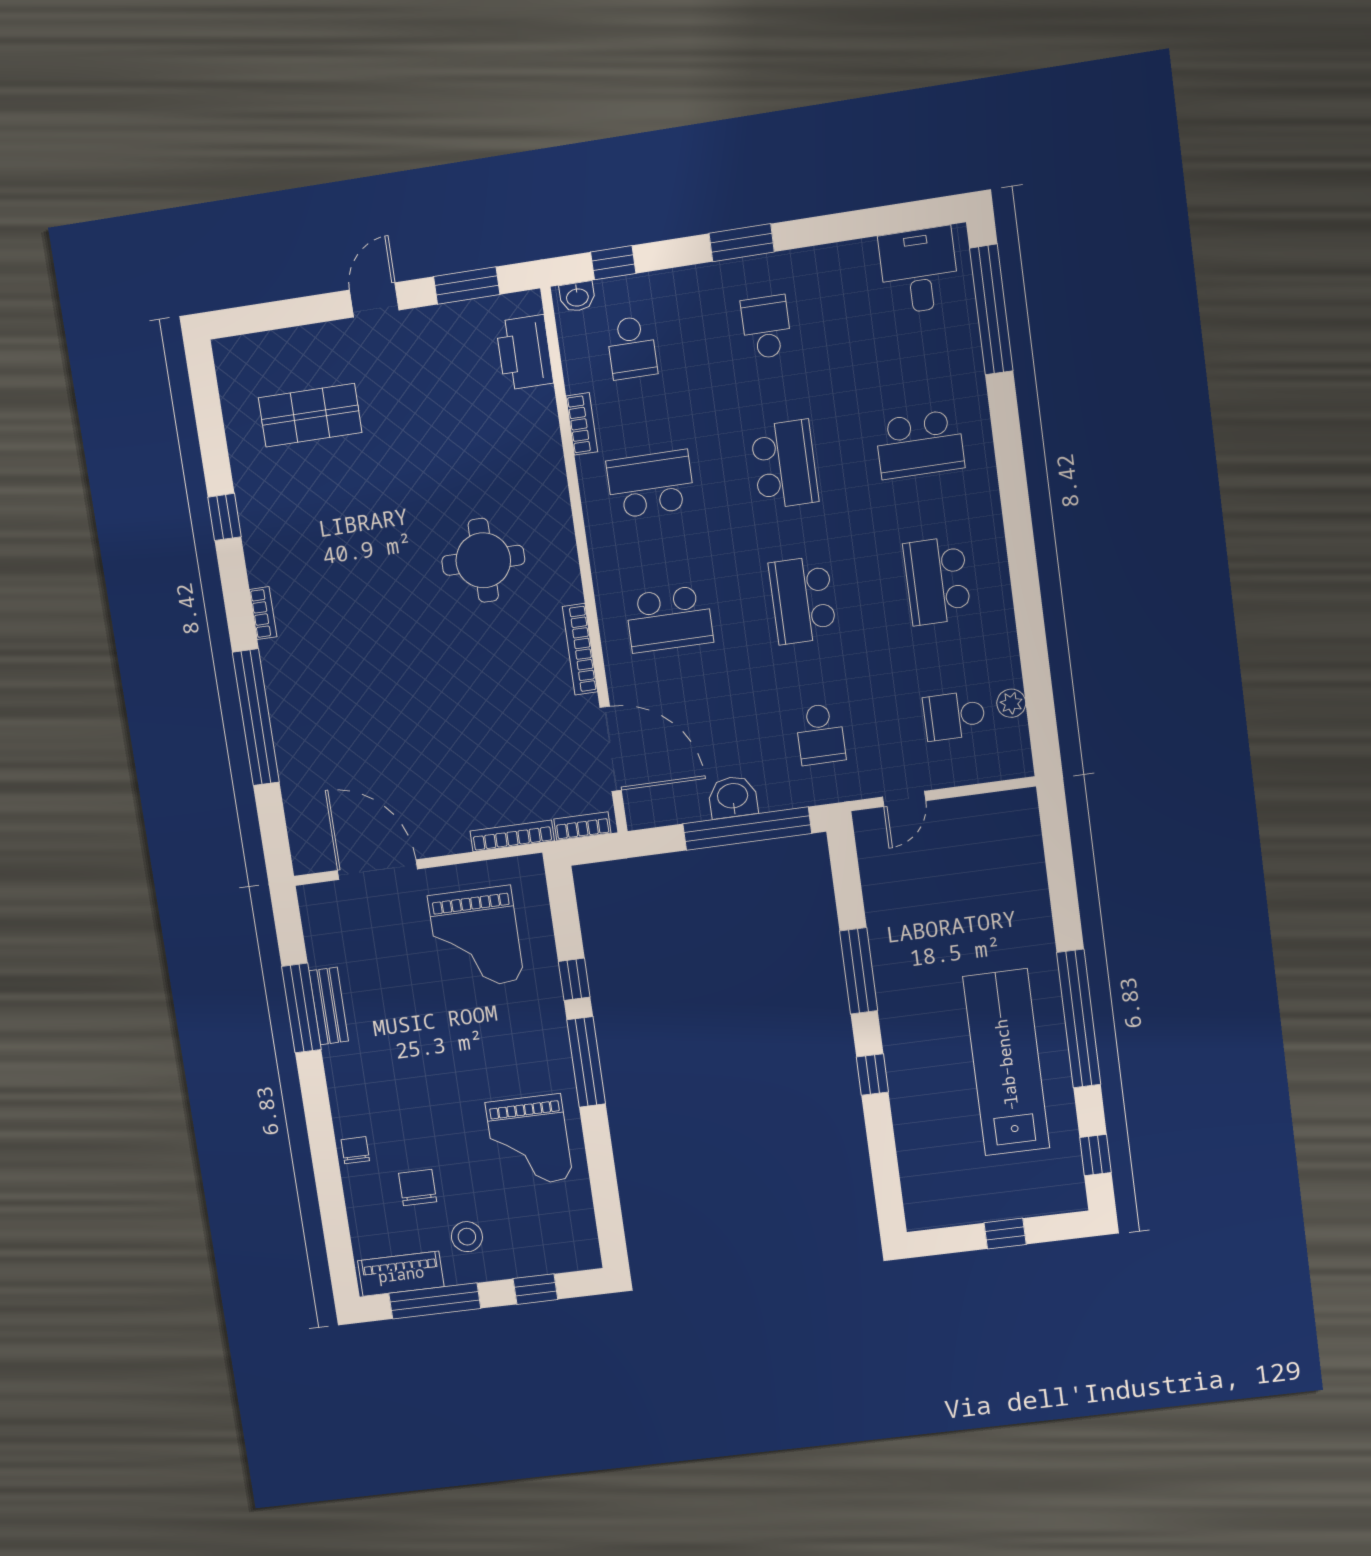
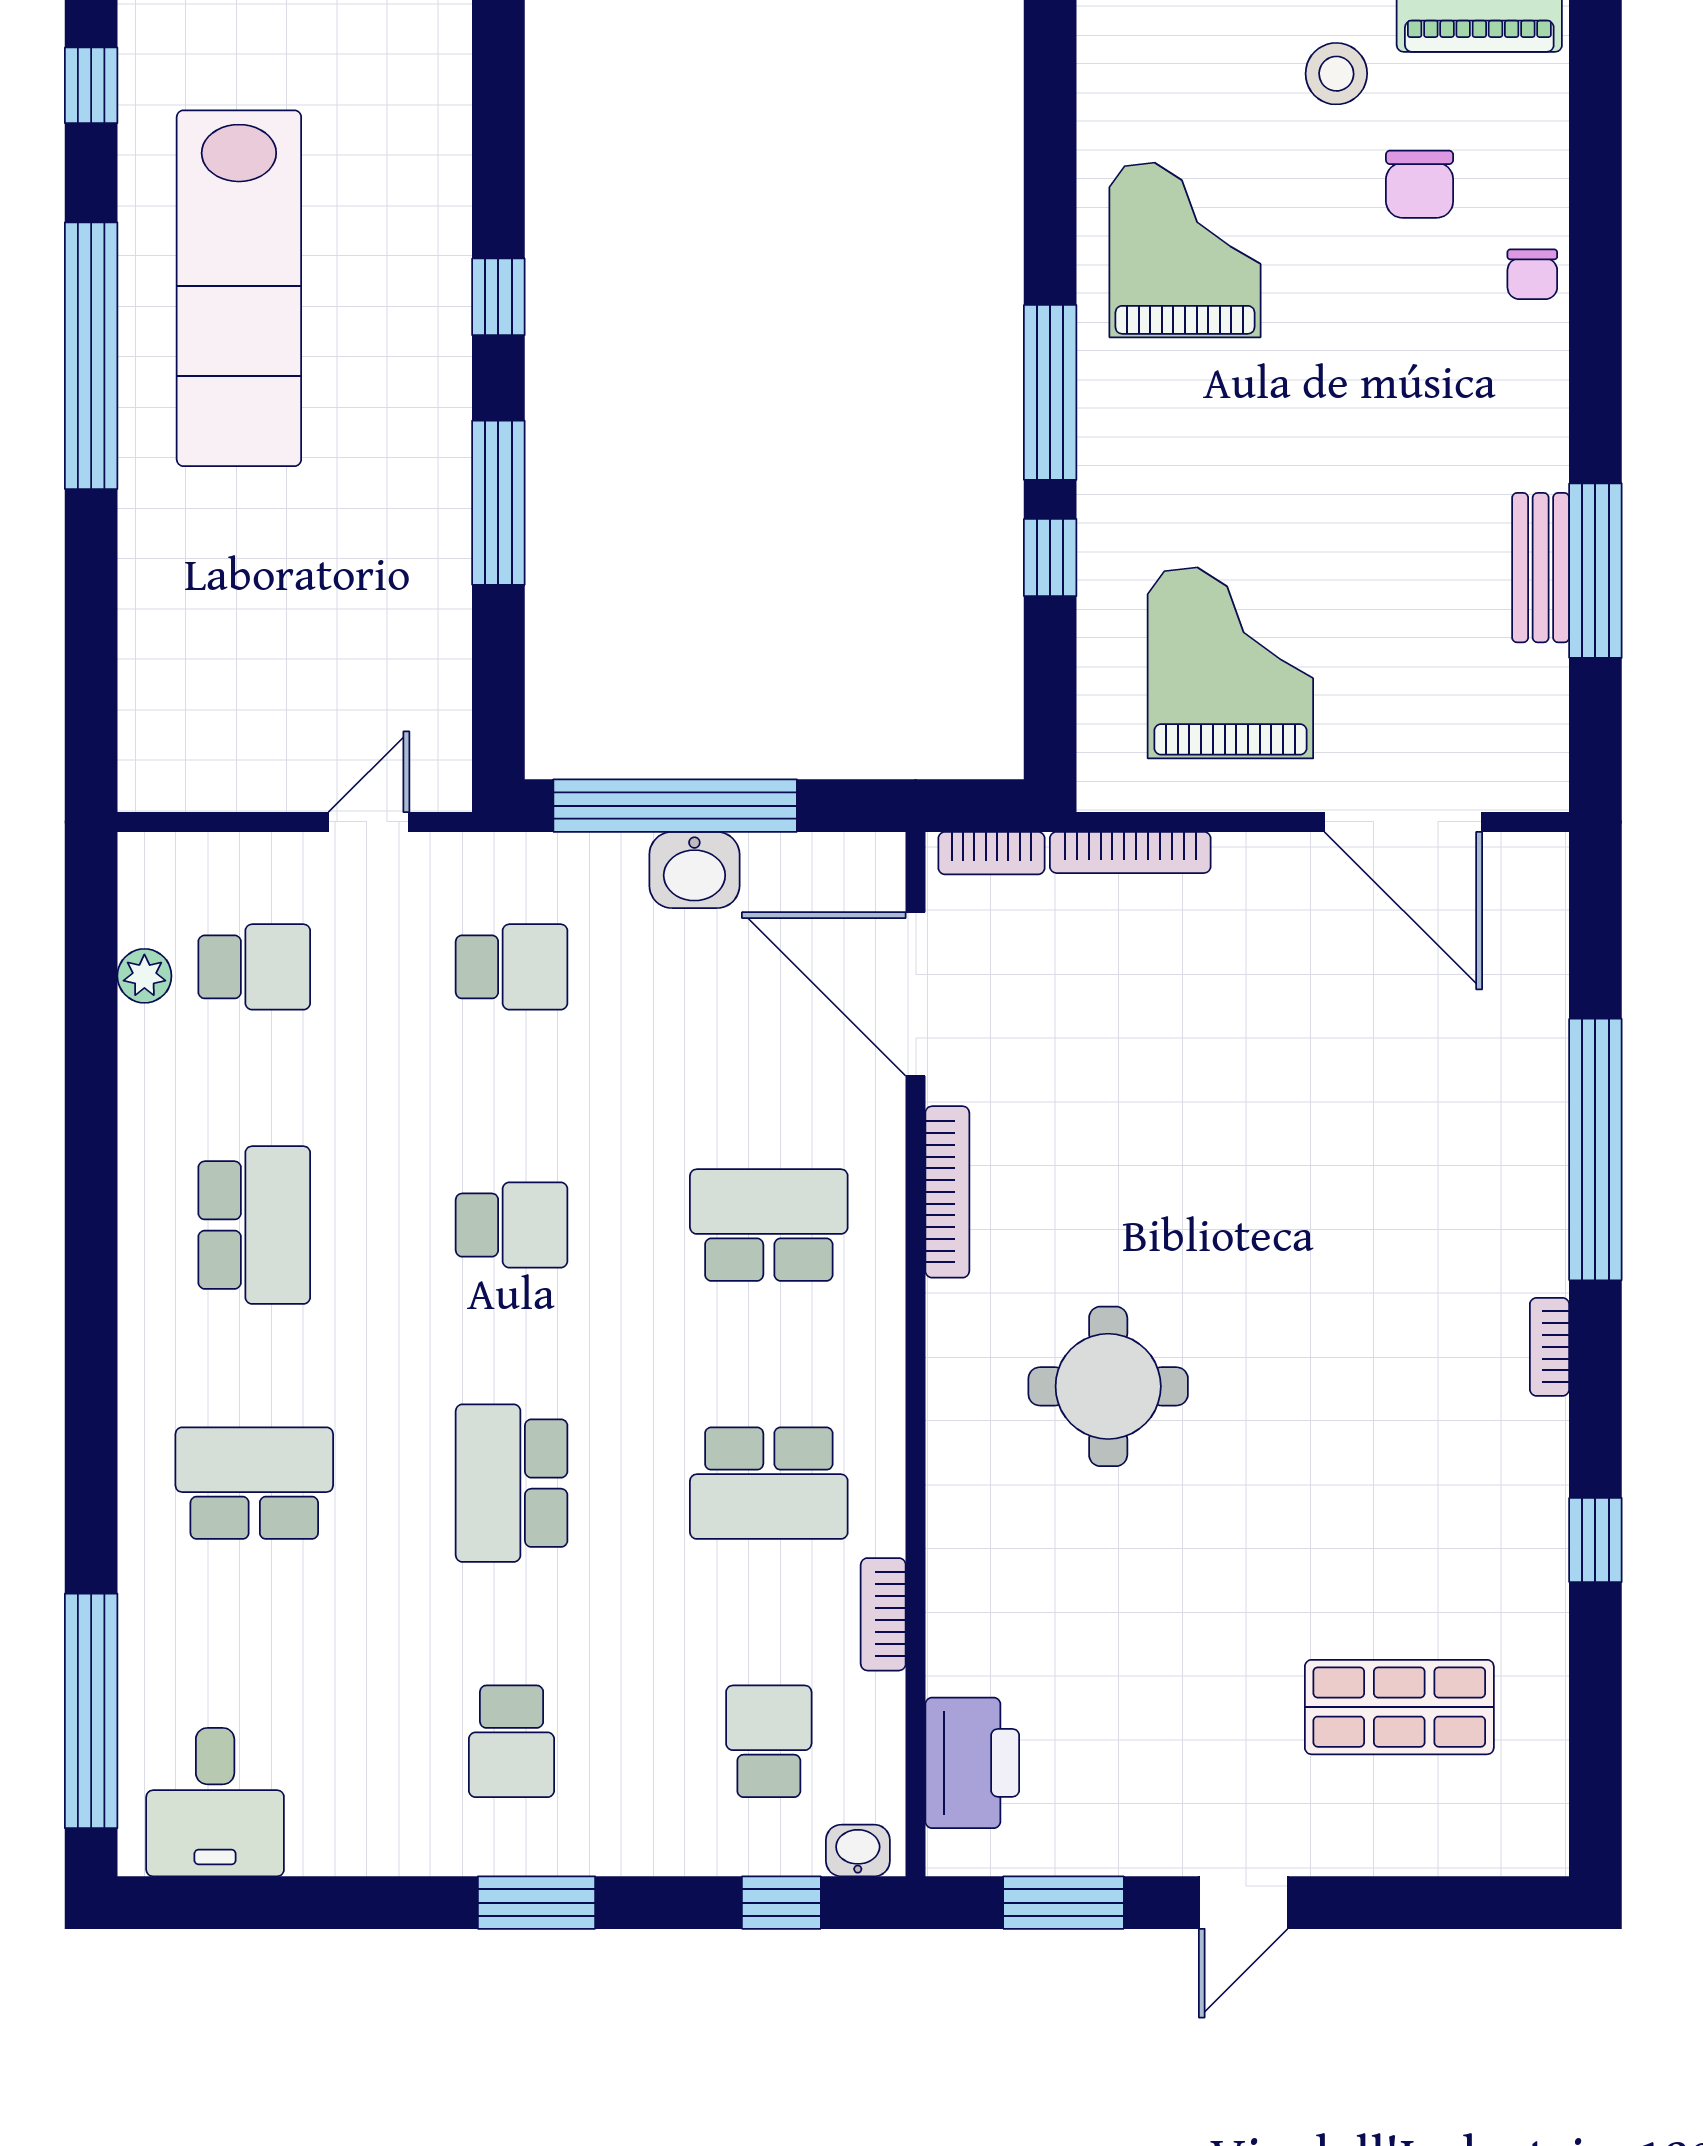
school desk: (803, 600) -> (512, 1225), width x0.54
school desk: (820, 734) -> (512, 967), turned 90

